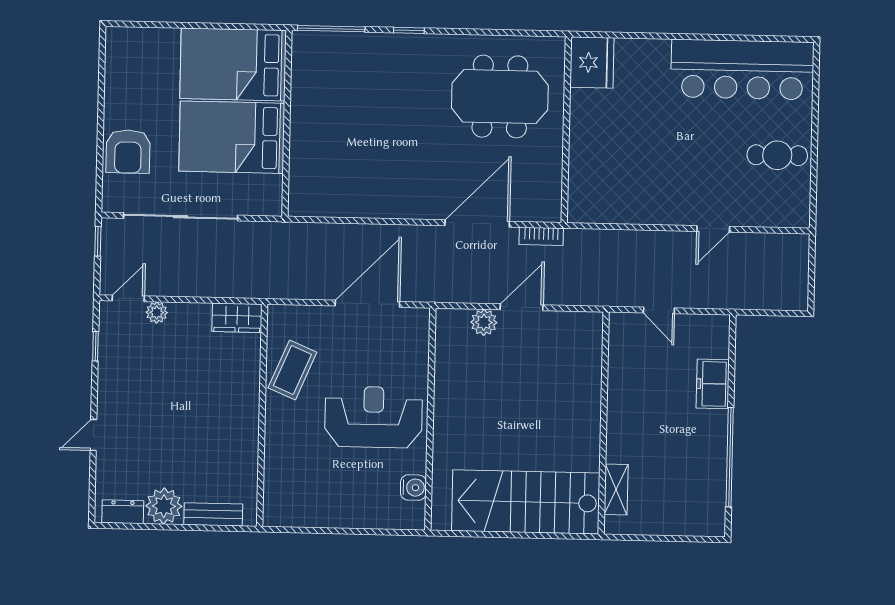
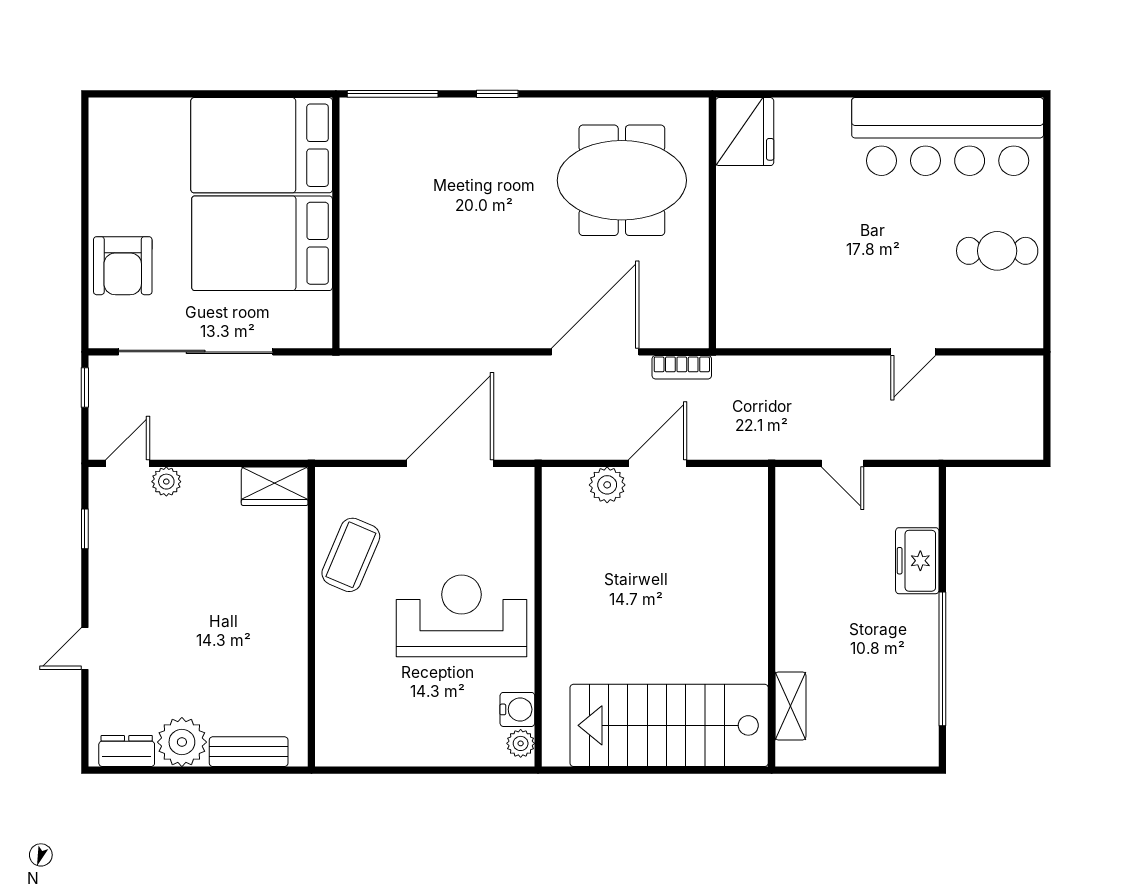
plant: (415, 513) -> (521, 743), added

